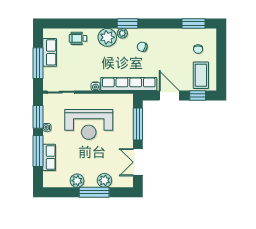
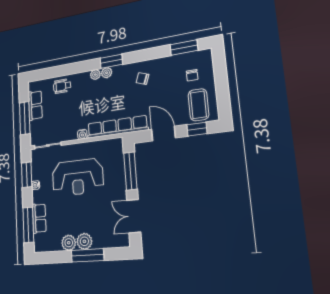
plant: (107, 37) -> (95, 75), width x0.53, depth x0.53
chair: (142, 47) -> (143, 79), moved
window: (38, 151) -> (28, 225), moved
plant: (104, 180) -> (84, 241), moved

